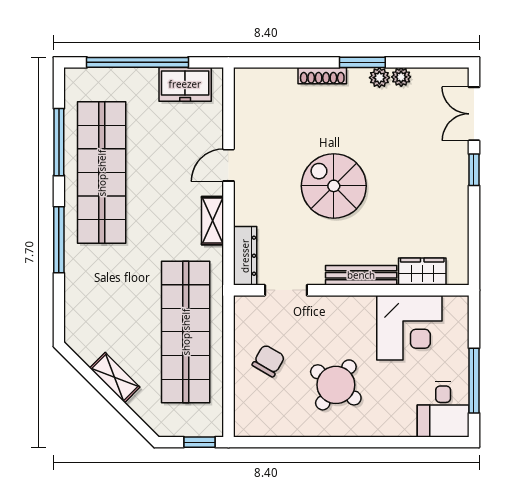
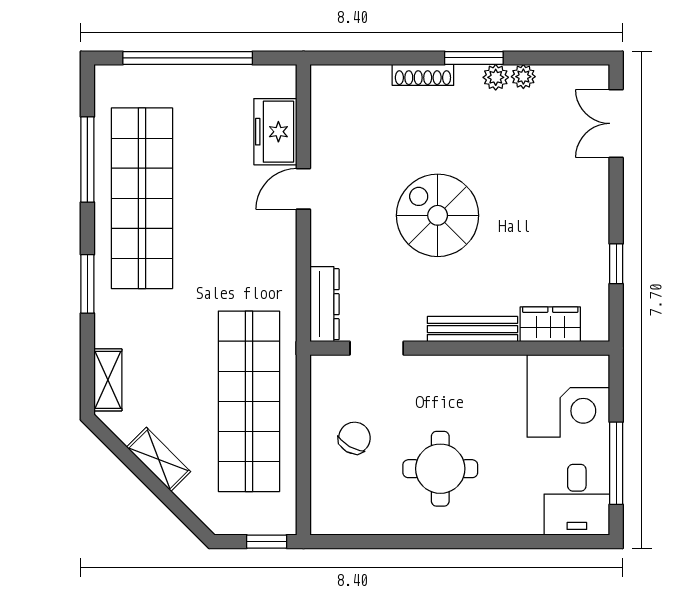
freezer: (185, 84) -> (275, 132), moved, turned 90
window: (474, 170) -> (616, 264), moved
shelving: (212, 221) -> (108, 380), moved
window: (59, 240) -> (87, 284), width x0.69
corner desk: (409, 328) -> (568, 396), moved
round table: (336, 385) -> (440, 469), turned -36

